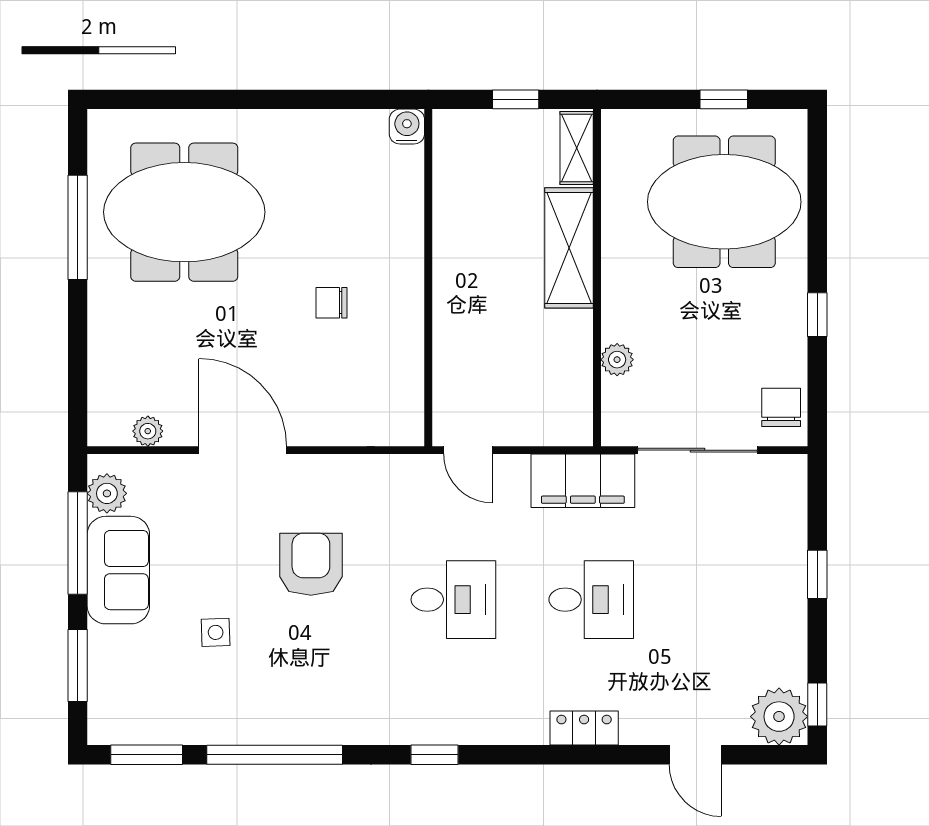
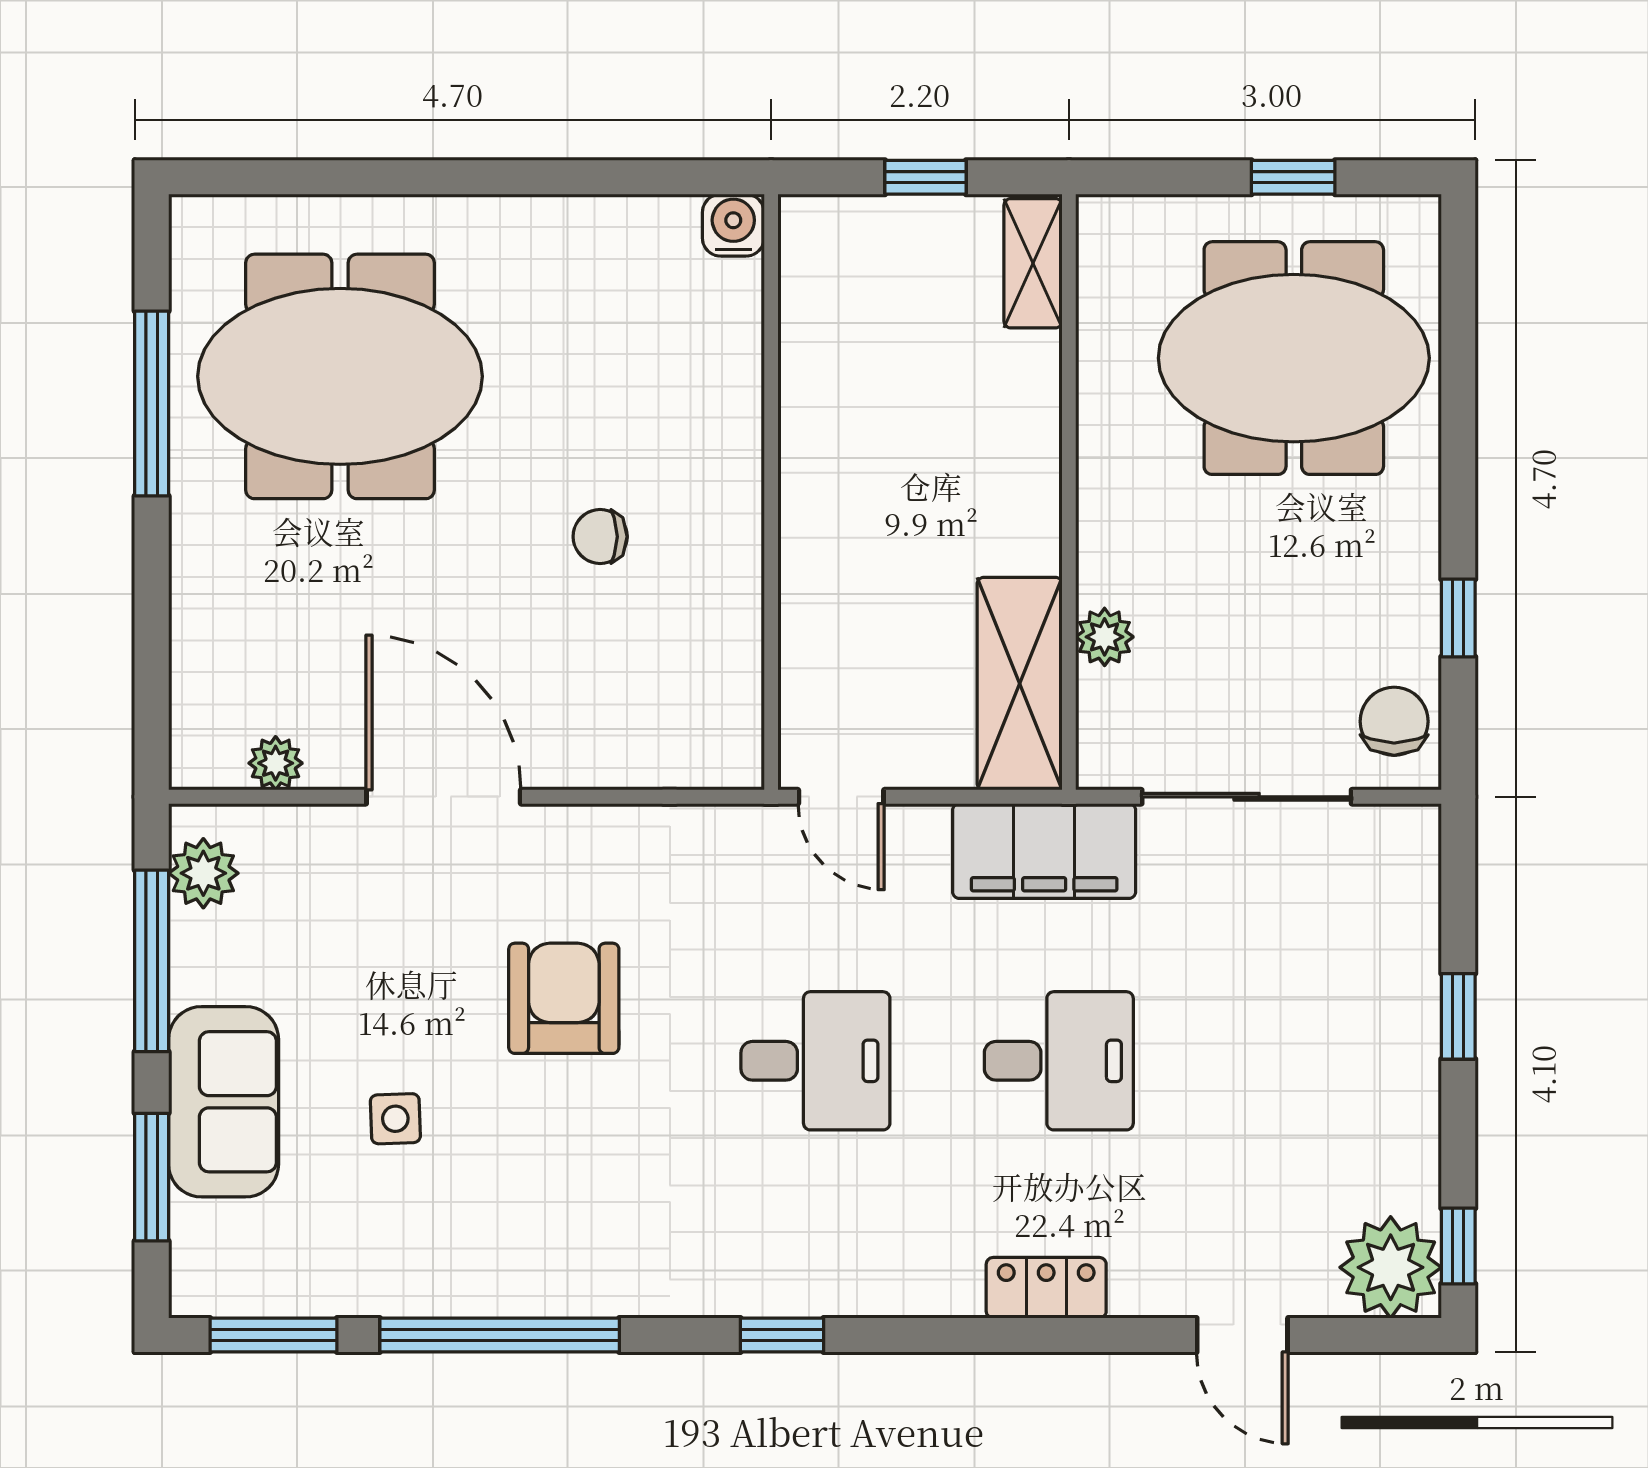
shelving: (569, 248) -> (1020, 684), moved
window: (817, 315) -> (1458, 618), moved
sofa: (118, 570) -> (224, 1102), moved

